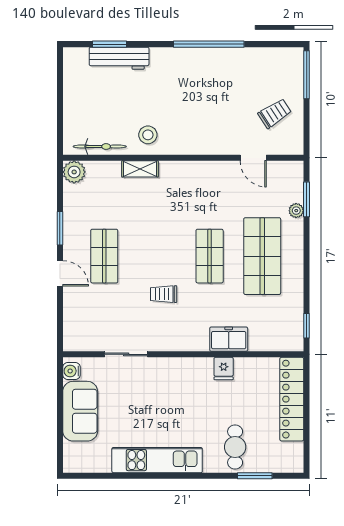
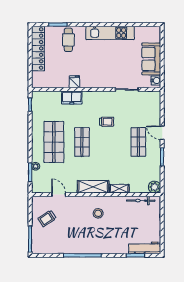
workbench: (119, 58) -> (145, 248), moved
stool: (148, 135) -> (98, 213), moved
shelving: (189, 172) -> (93, 187), added
locker: (292, 399) -> (38, 48), moved

